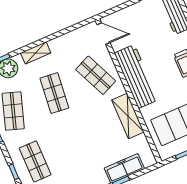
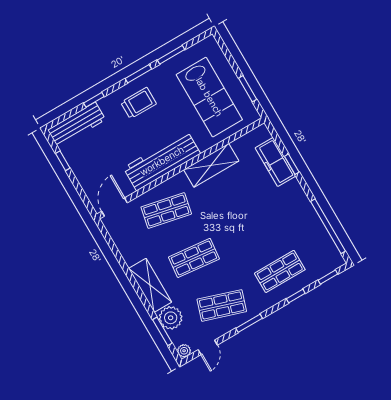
shelving: (36, 53) -> (150, 285), width x1.50, depth x1.33
shop shelf: (96, 75) -> (166, 210), turned 36

